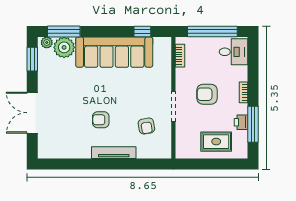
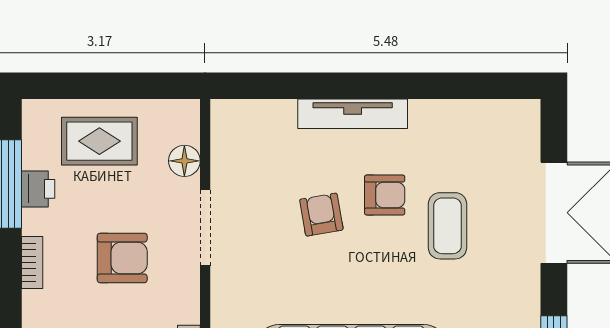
coffee table: (75, 107) -> (448, 226), added
armchair: (146, 126) -> (321, 215), moved
floor lamp: (182, 134) -> (184, 161), added

